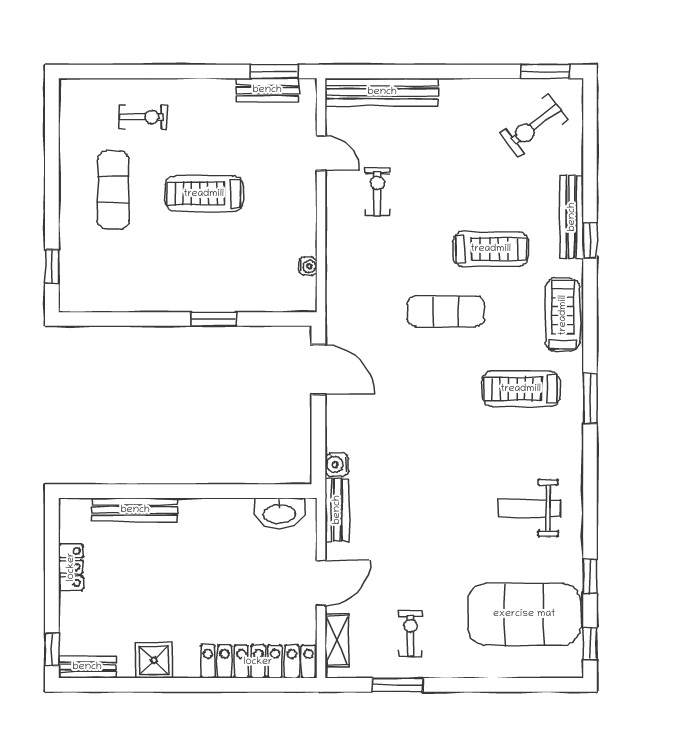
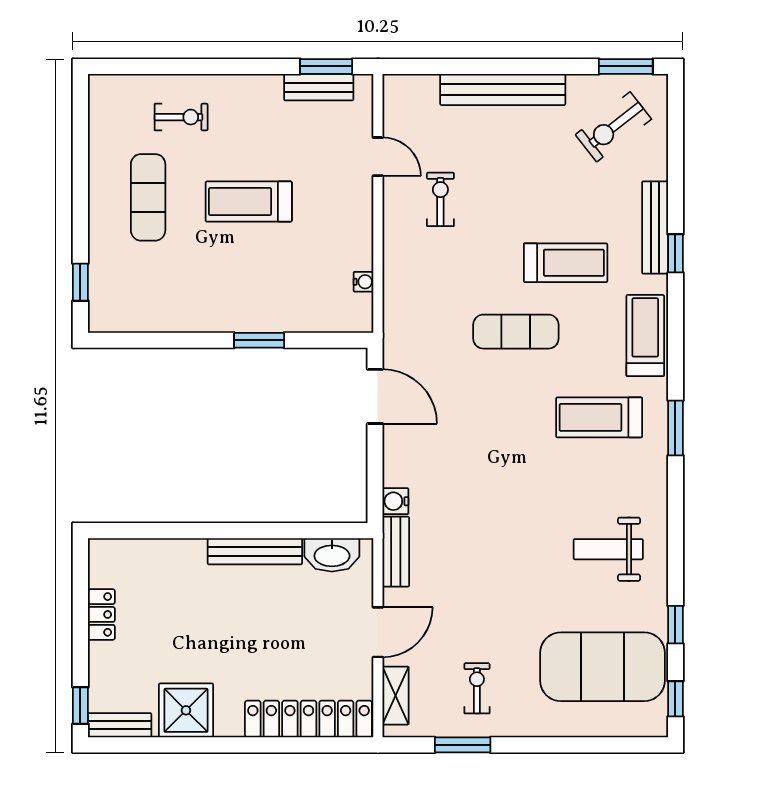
bench: (382, 92) -> (503, 89), moved
bench: (135, 510) -> (255, 551), moved
shower: (154, 660) -> (186, 710), width x1.36, depth x1.36

